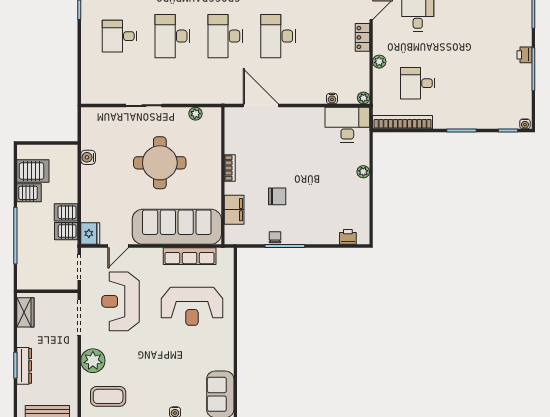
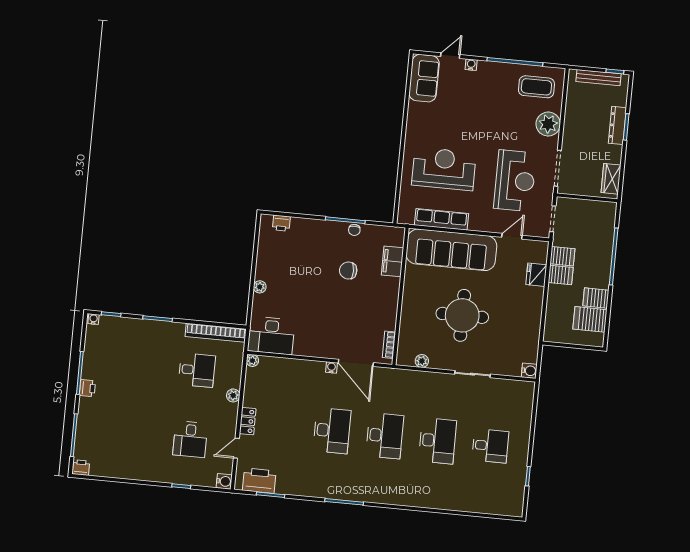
water cooler: (332, 99) -> (331, 368), moved
water cooler: (88, 157) -> (529, 371), moved
bookcase: (230, 168) -> (389, 345), moved
fridge: (90, 233) -> (536, 275), moved

